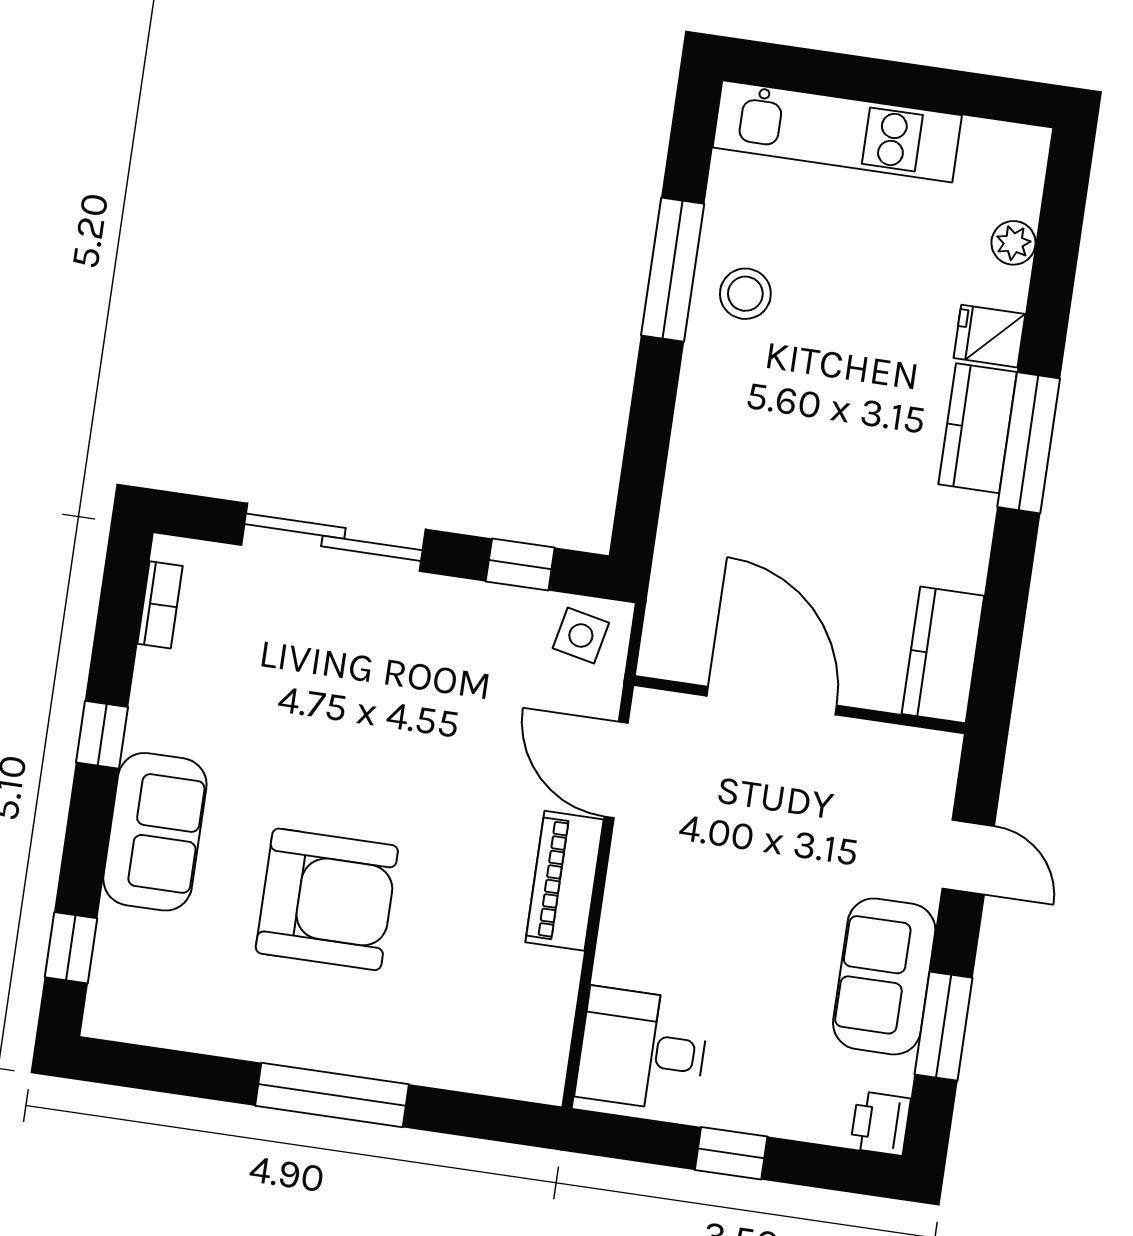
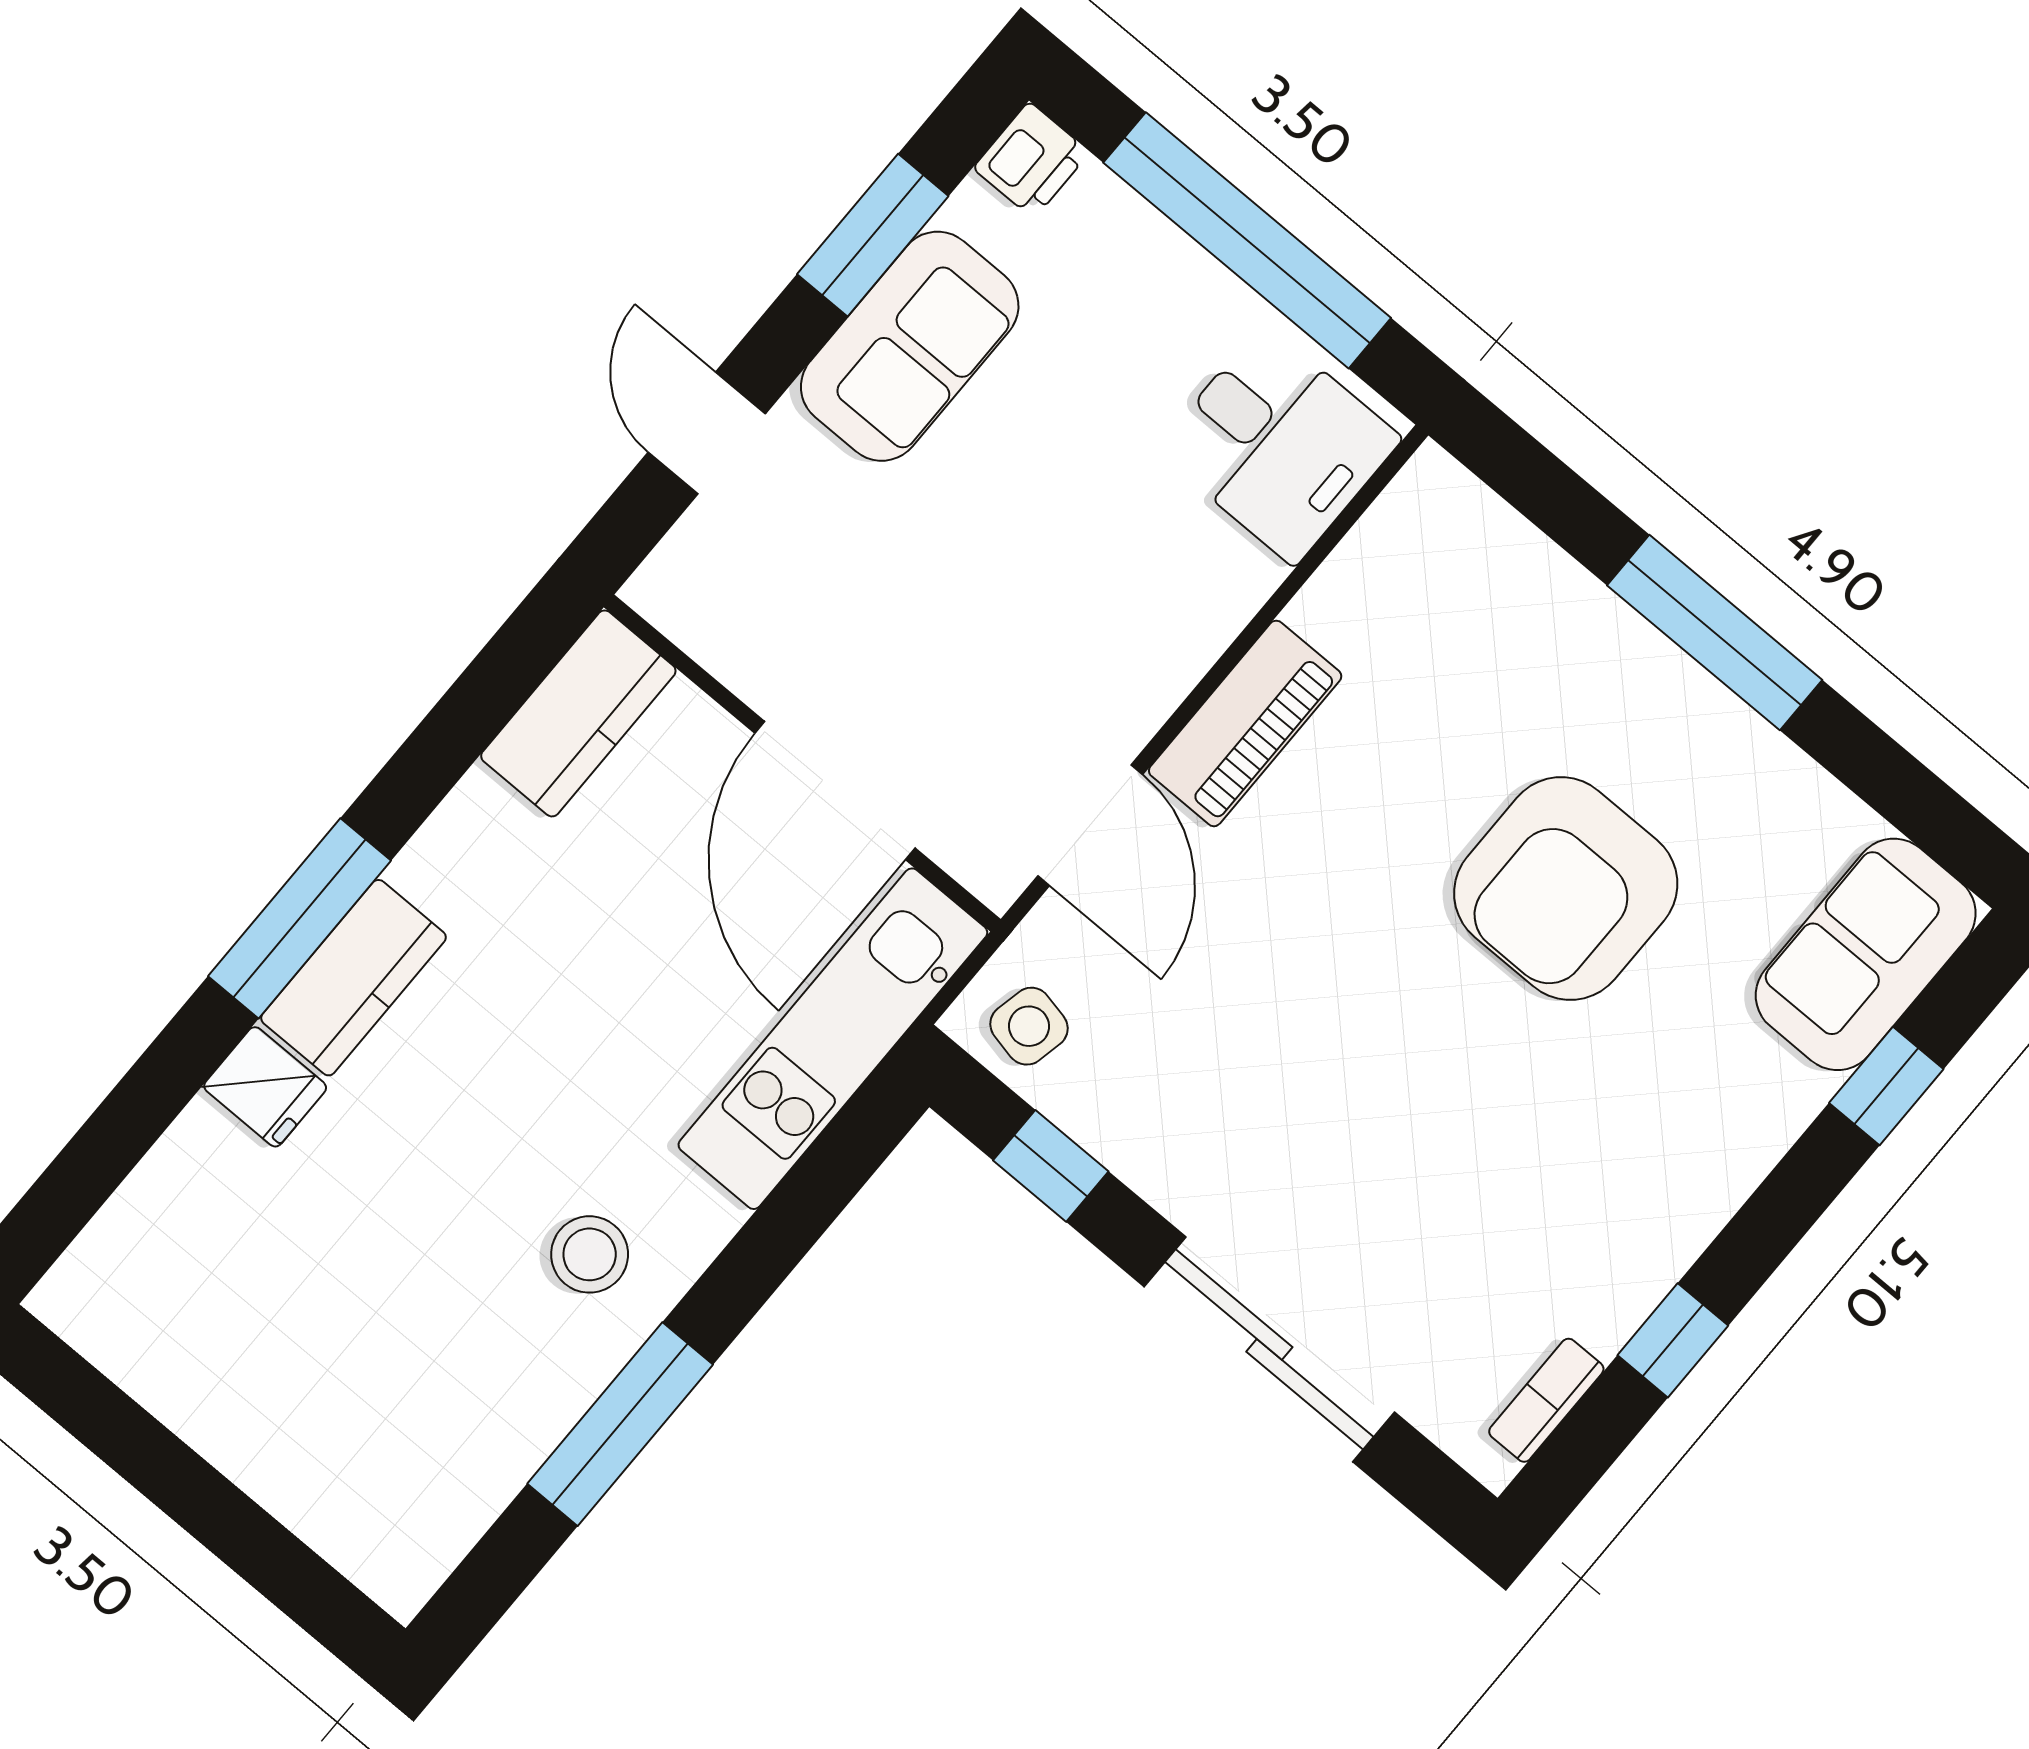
kitchen unit: (837, 131) -> (833, 1039), moved, turned -90
plant: (1013, 243) -> (160, 1188), removed
stool: (745, 294) -> (590, 1254), moved
window: (102, 735) -> (1673, 1340), moved
sofa: (155, 832) -> (1866, 954), moved
armchair: (327, 899) -> (1566, 889), turned -90
window: (71, 948) -> (1886, 1086), moved
window: (731, 1153) -> (1247, 240), width x3.17

